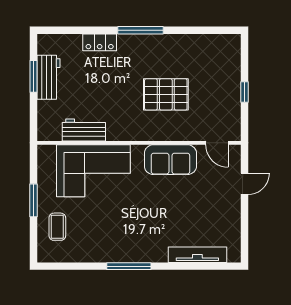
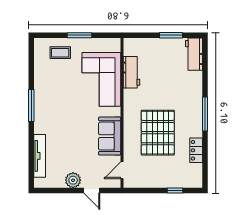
locker: (100, 42) -> (196, 150), moved
workbench: (49, 77) -> (194, 54), moved, turned 90
window: (244, 92) -> (175, 191), moved
pallet: (166, 94) -> (158, 133), width x1.37, depth x1.41
plant: (230, 209) -> (73, 180), added

